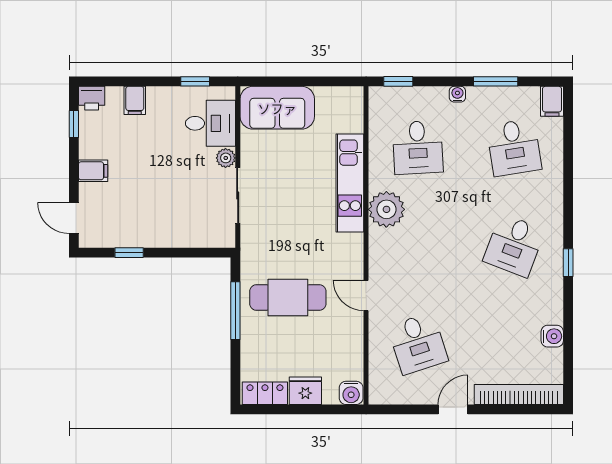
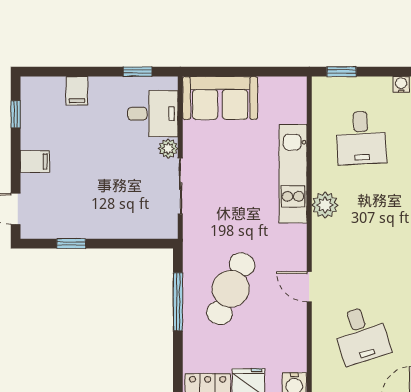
printer: (92, 98) -> (34, 88), removed
plant: (386, 209) -> (325, 205), width x0.73, depth x0.73
cafe table: (288, 298) -> (231, 289), turned -65

